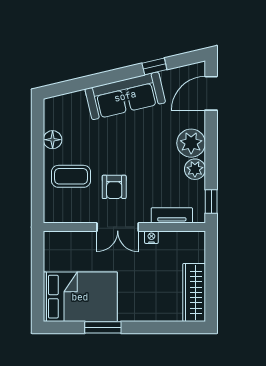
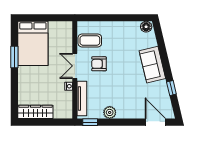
sofa: (125, 96) -> (152, 65), width x0.73
floor lamp: (53, 140) -> (146, 27), moved
plant: (191, 143) -> (125, 110), removed
coffee table: (71, 176) -> (90, 40), moved, turned 90
tv unit: (172, 215) -> (82, 99), width x1.41

